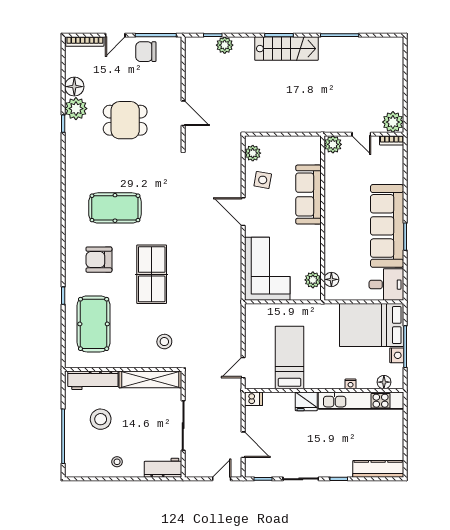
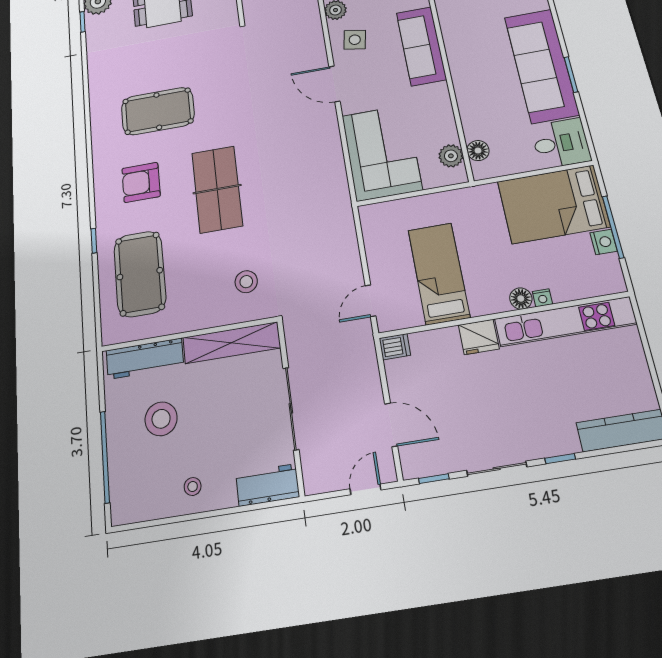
floor lamp: (384, 382) -> (521, 298), moved

